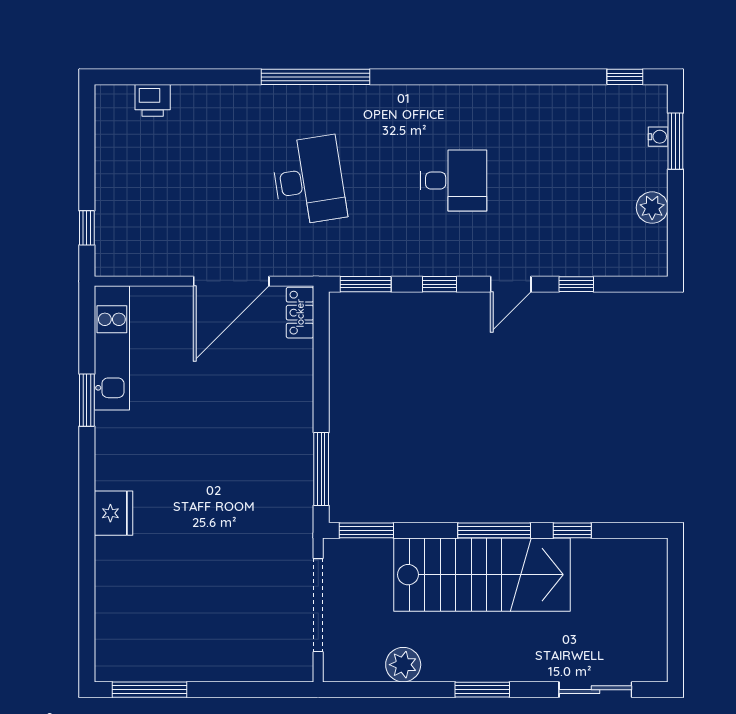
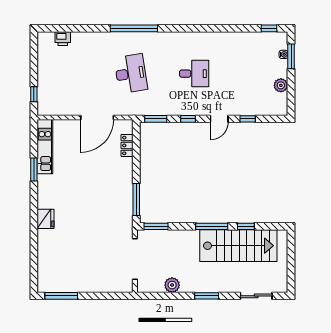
locker: (300, 313) -> (127, 145), moved
stairs: (482, 575) -> (238, 246), moved

